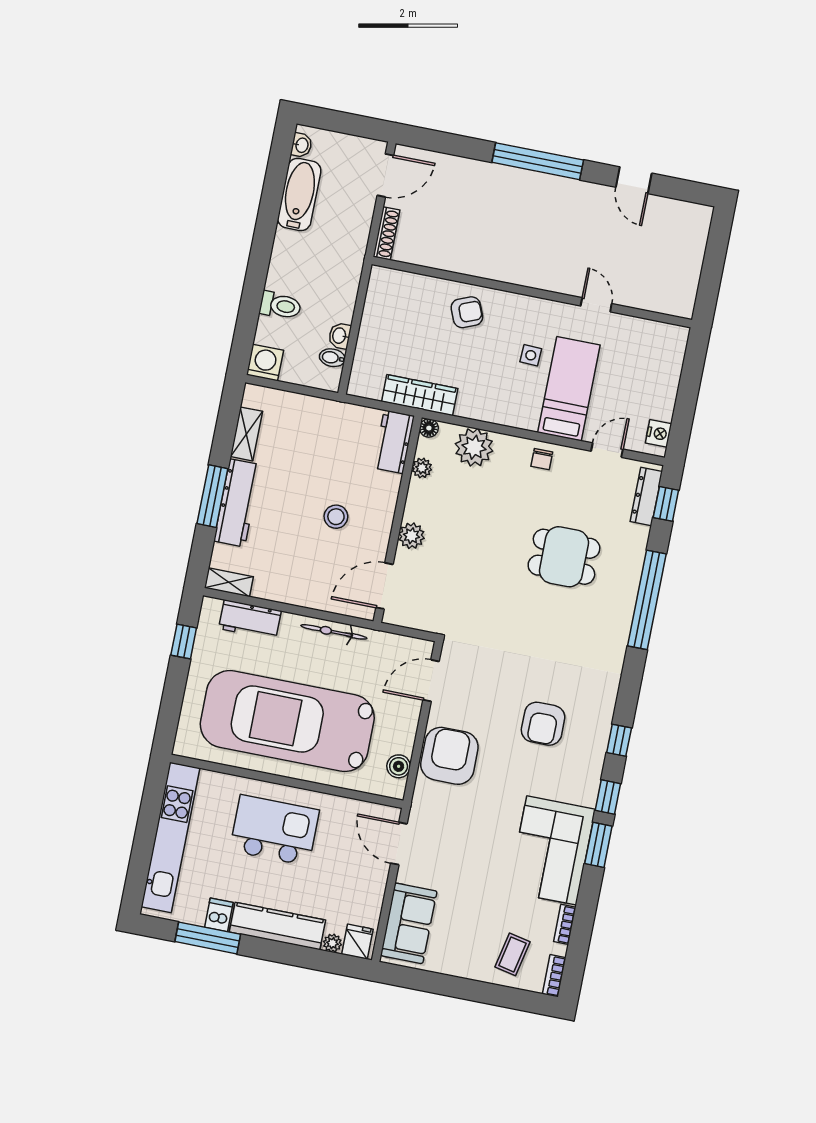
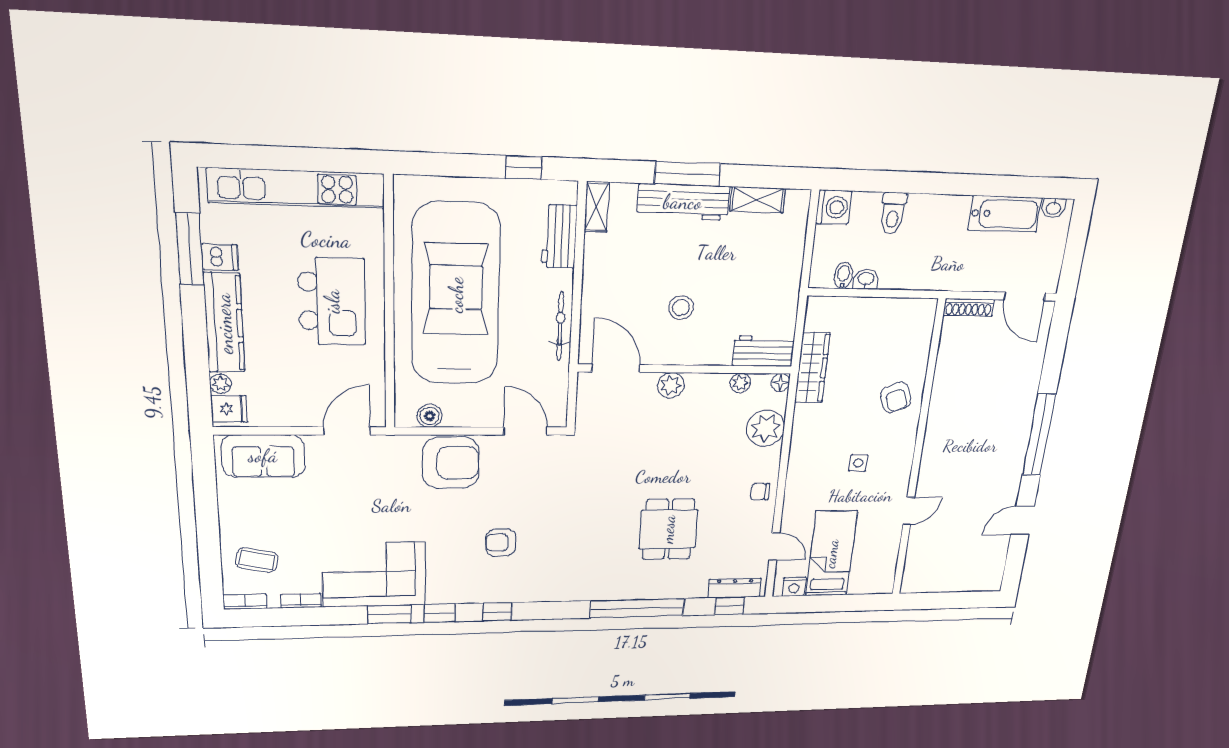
bed: (569, 389) -> (831, 554), moved, turned -90
armchair: (543, 724) -> (501, 542), width x0.72, depth x0.72

